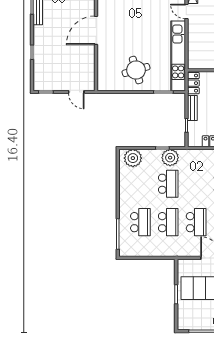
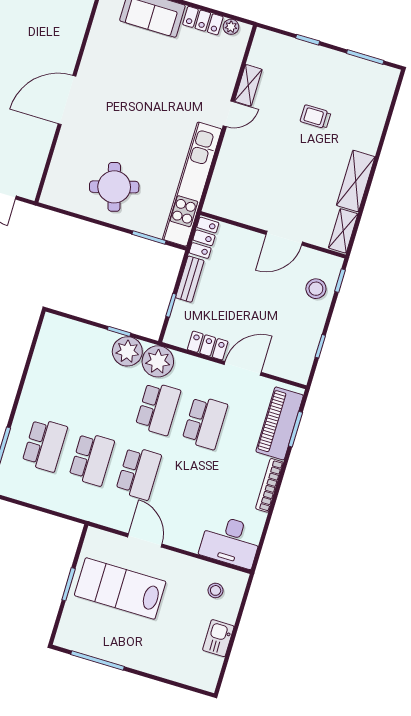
door: (186, 11) -> (229, 114), swing flipped
plant: (133, 158) -> (158, 361), moved
school desk: (168, 184) -> (158, 408), moved

